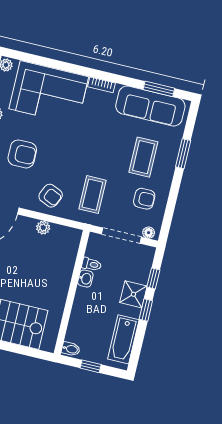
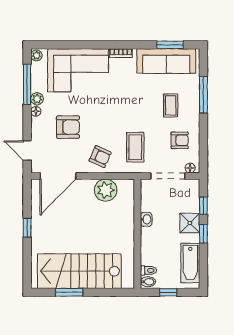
window: (183, 154) -> (203, 95), width x1.44
coffee table: (143, 157) -> (171, 105), width x0.73, depth x0.77
plant: (43, 228) -> (106, 190), width x1.88, depth x1.88
toilet: (92, 264) -> (148, 270), moved

